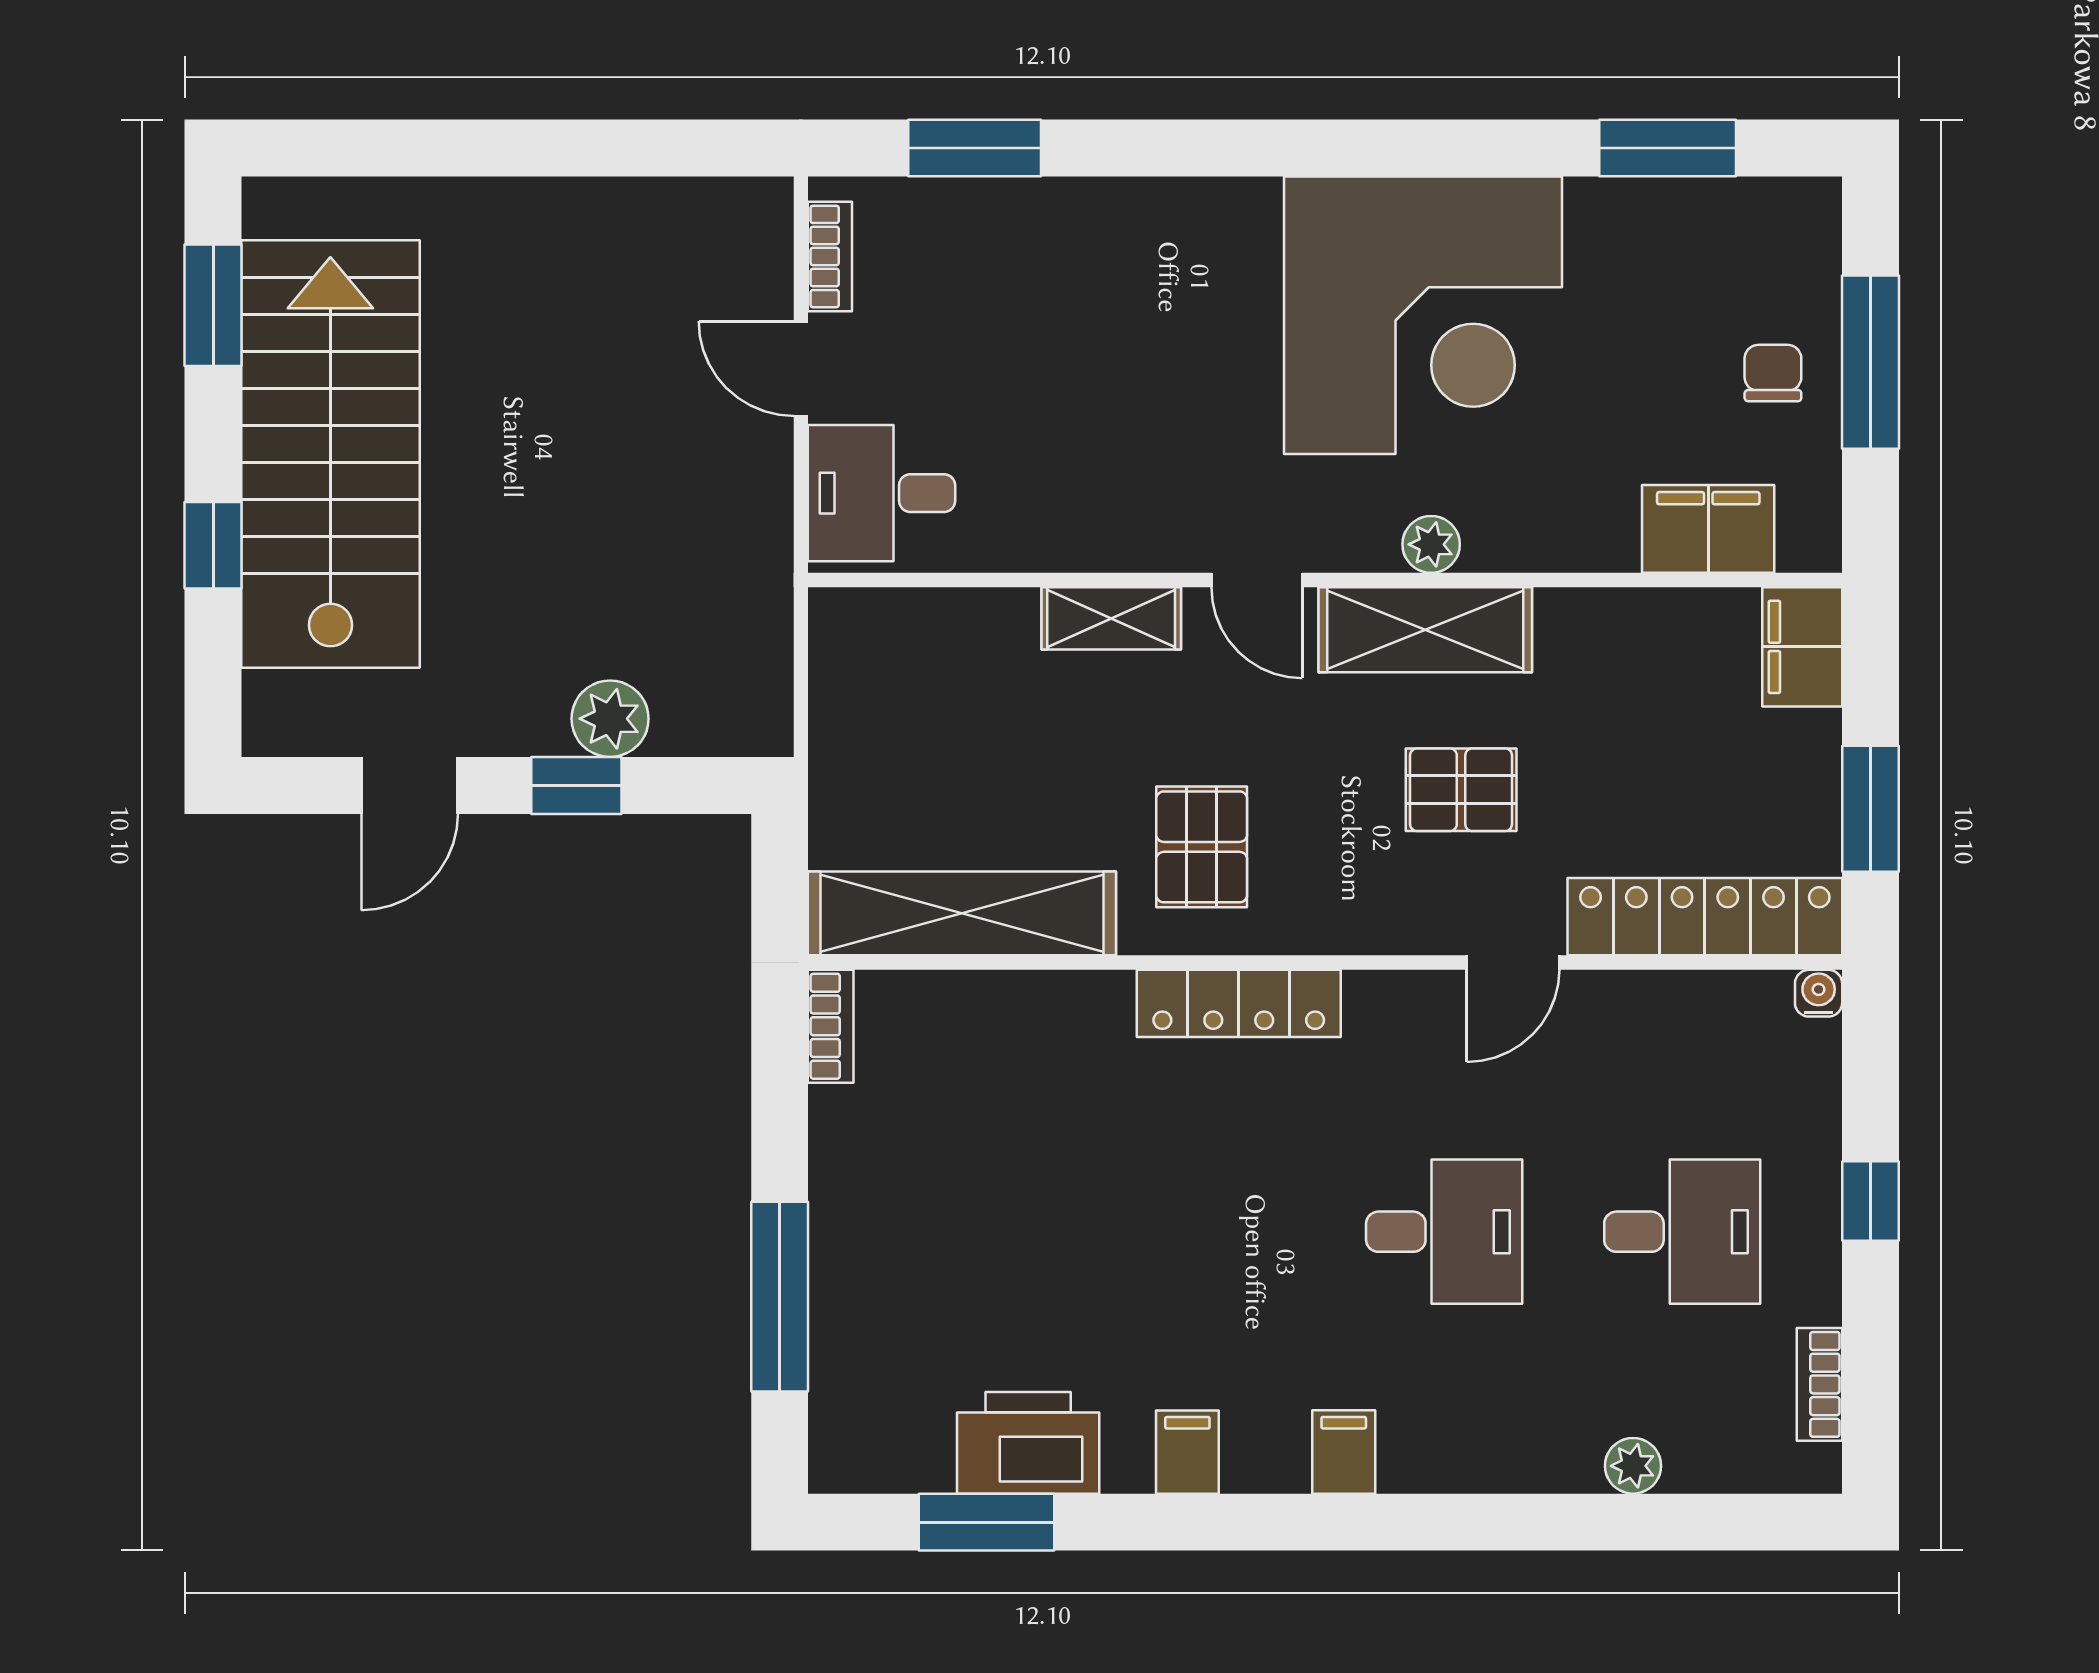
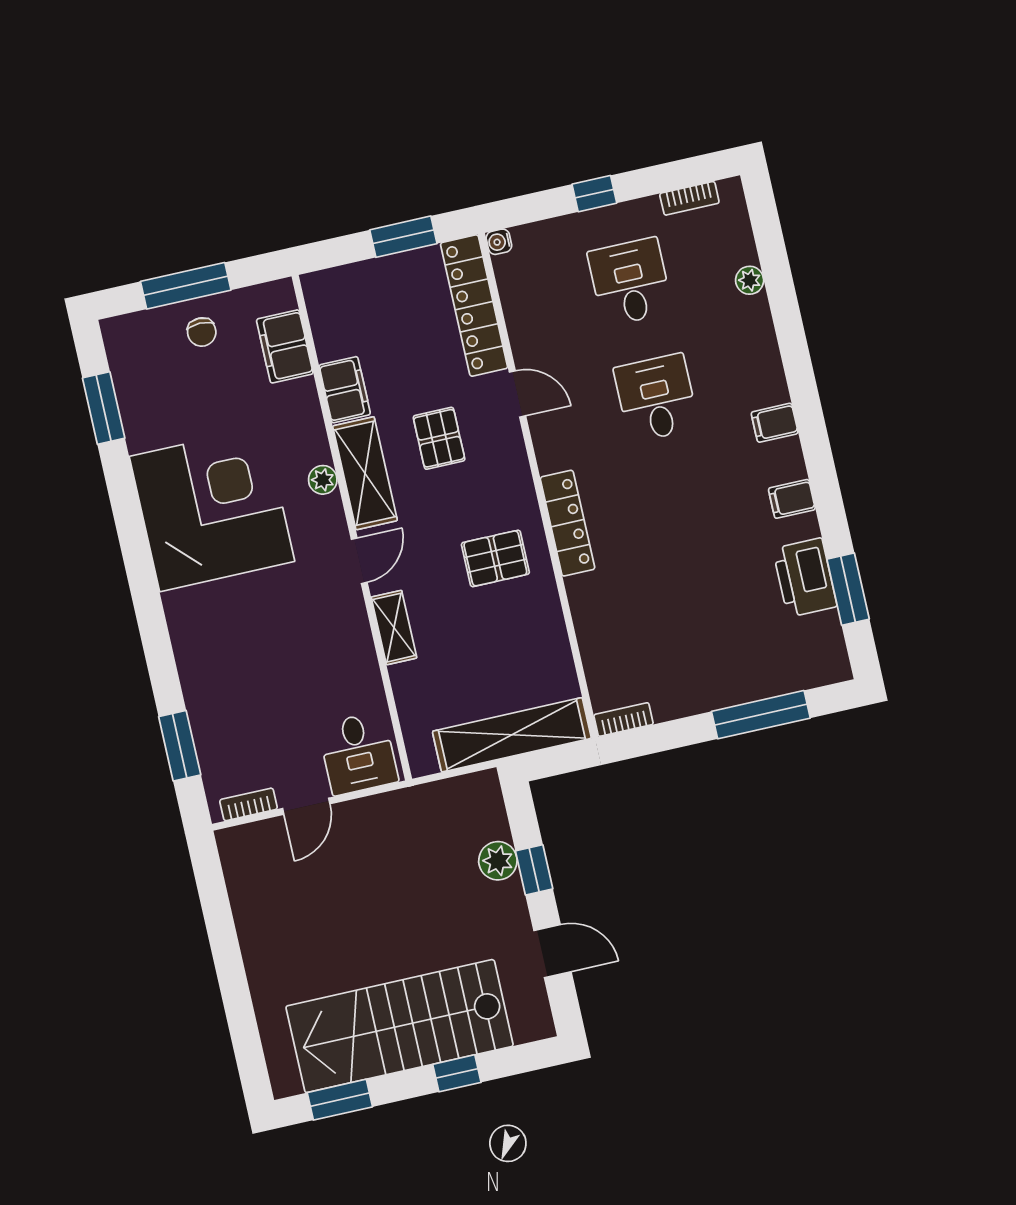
chair: (1773, 373) -> (202, 332), turned -90
filing cabinet: (1802, 647) -> (345, 390), moved, turned -90
shelving: (962, 913) -> (512, 735), moved, turned 90

